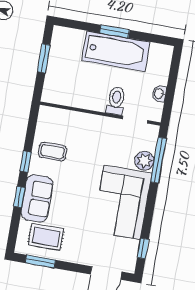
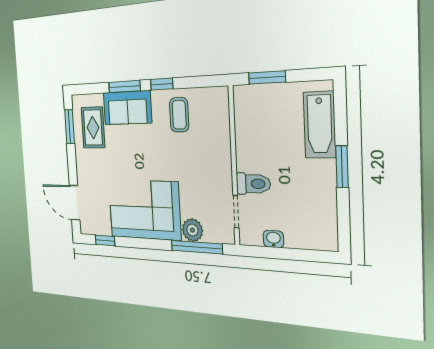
bathtub: (116, 51) -> (320, 125), moved, width x0.73, depth x0.73
window: (44, 58) -> (267, 77), moved
window: (19, 197) -> (124, 87), width x1.50

